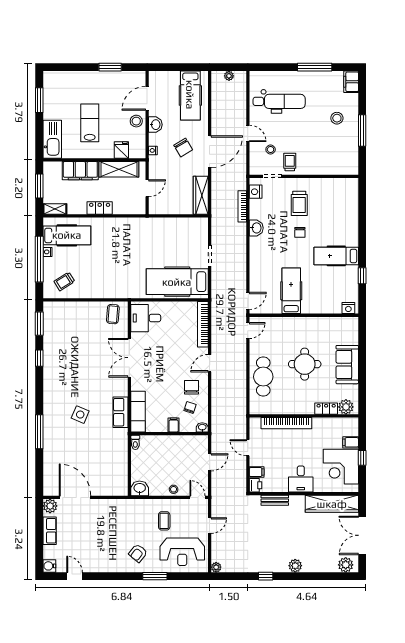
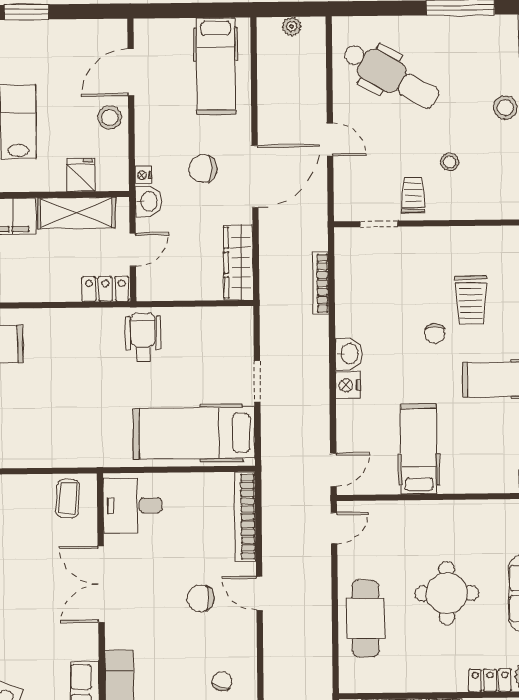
window: (110, 67) -> (26, 12), moved
dental chair: (279, 101) -> (391, 76), turned 30
washbasin: (155, 125) -> (148, 201), moved
chair: (183, 147) -> (203, 169), turned 121
stool: (271, 149) -> (450, 162), moved
nightstand: (256, 192) -> (348, 385), moved
trolley: (299, 203) -> (471, 300), moved
locker: (100, 208) -> (105, 289), moved
washbasin: (256, 228) -> (349, 354), moved
wheelchair: (152, 233) -> (143, 337), added
door: (210, 363) -> (259, 593), hinge flipped
chair: (191, 387) -> (200, 598), moved, turned -90

